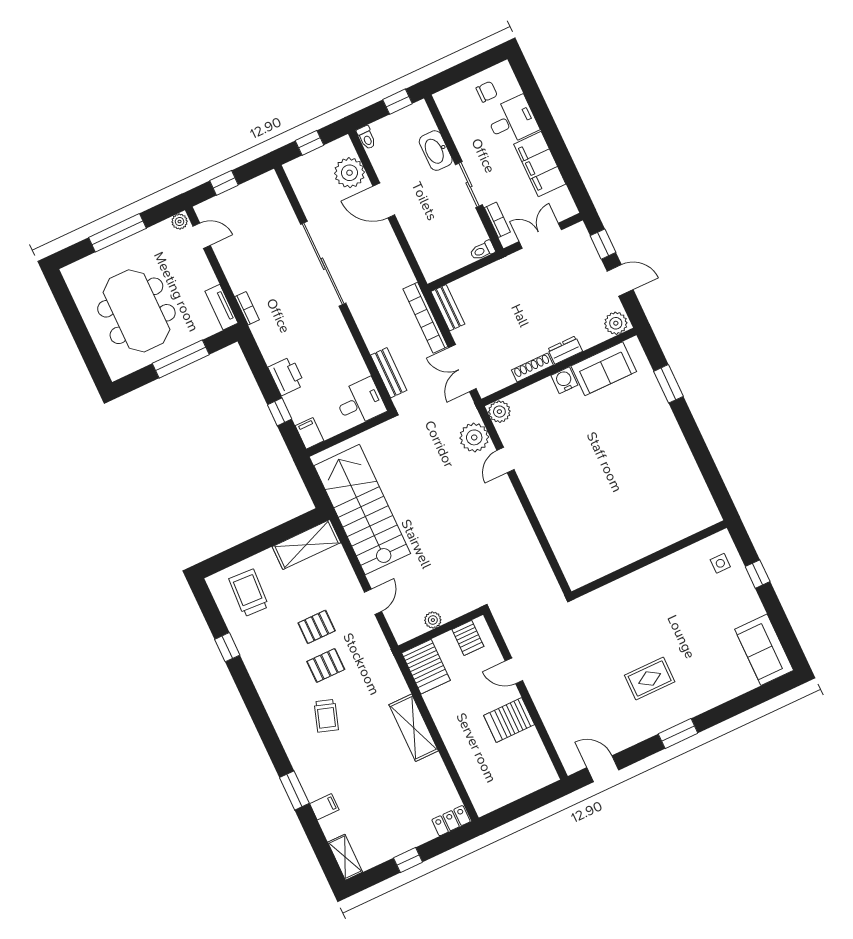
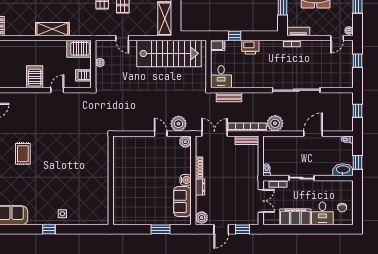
washbasin: (436, 151) -> (343, 170), moved
plant: (349, 173) -> (275, 123), moved
wall: (649, 560) -> (111, 180), moved

